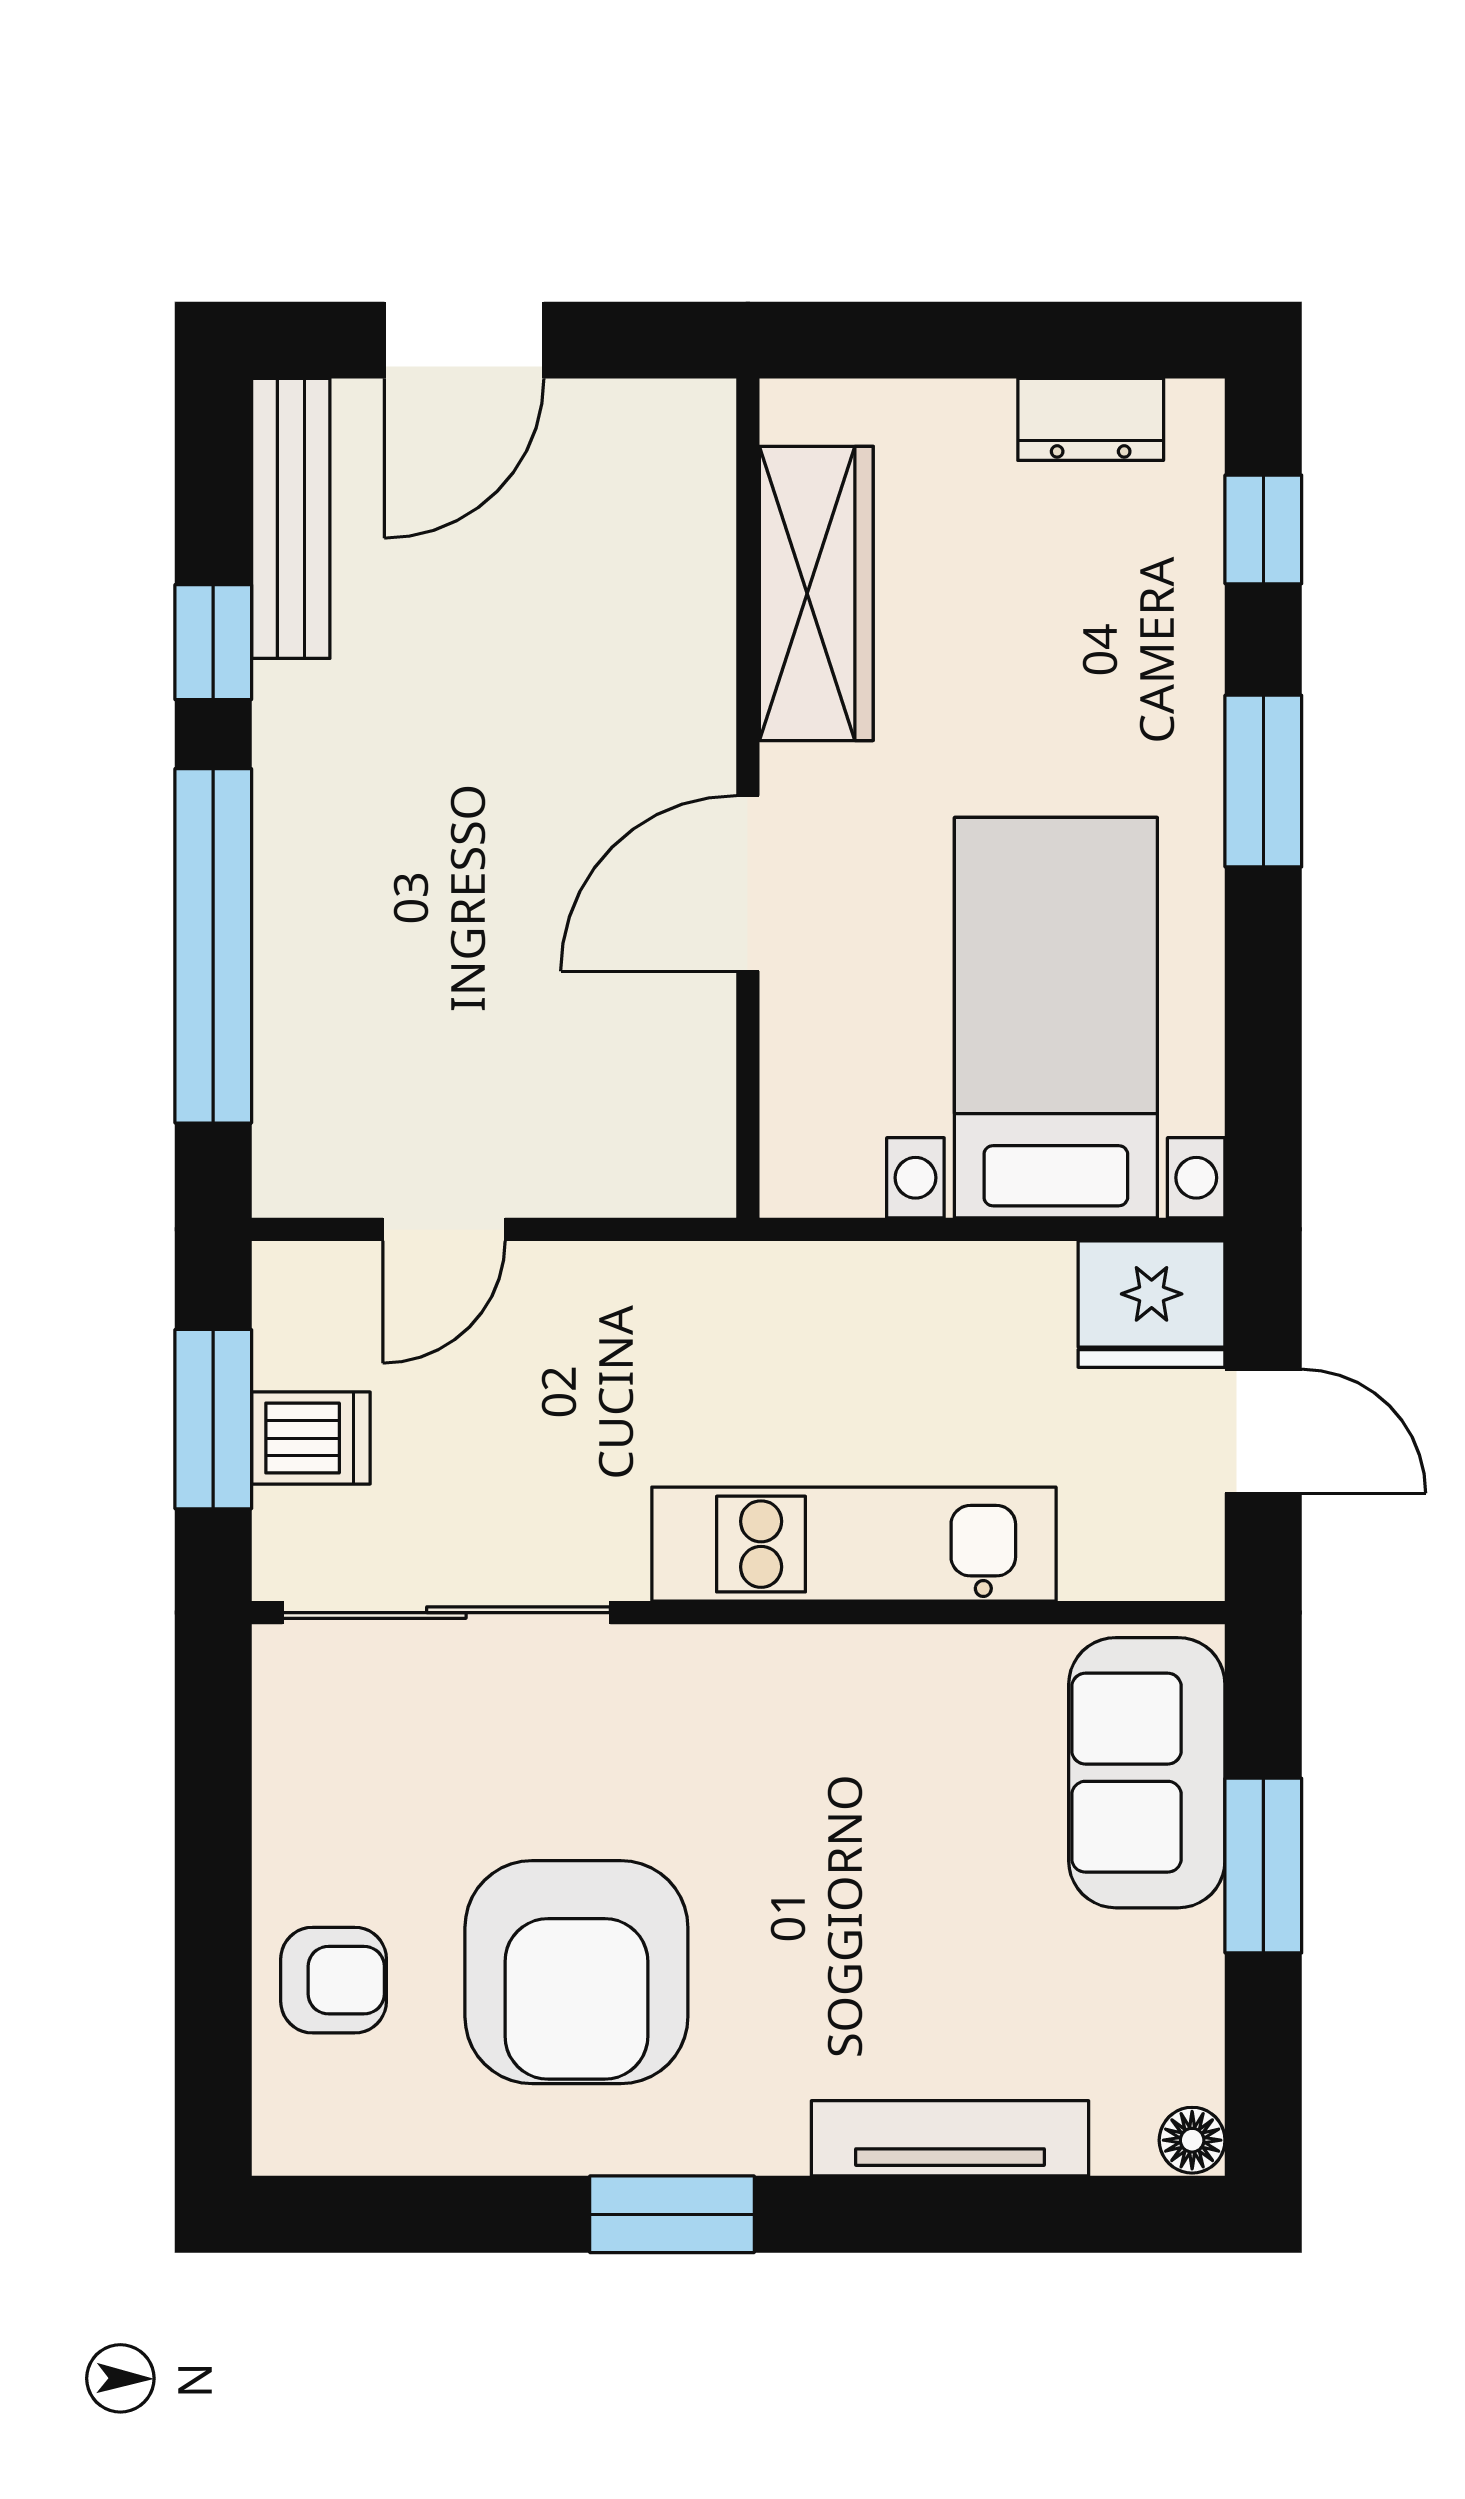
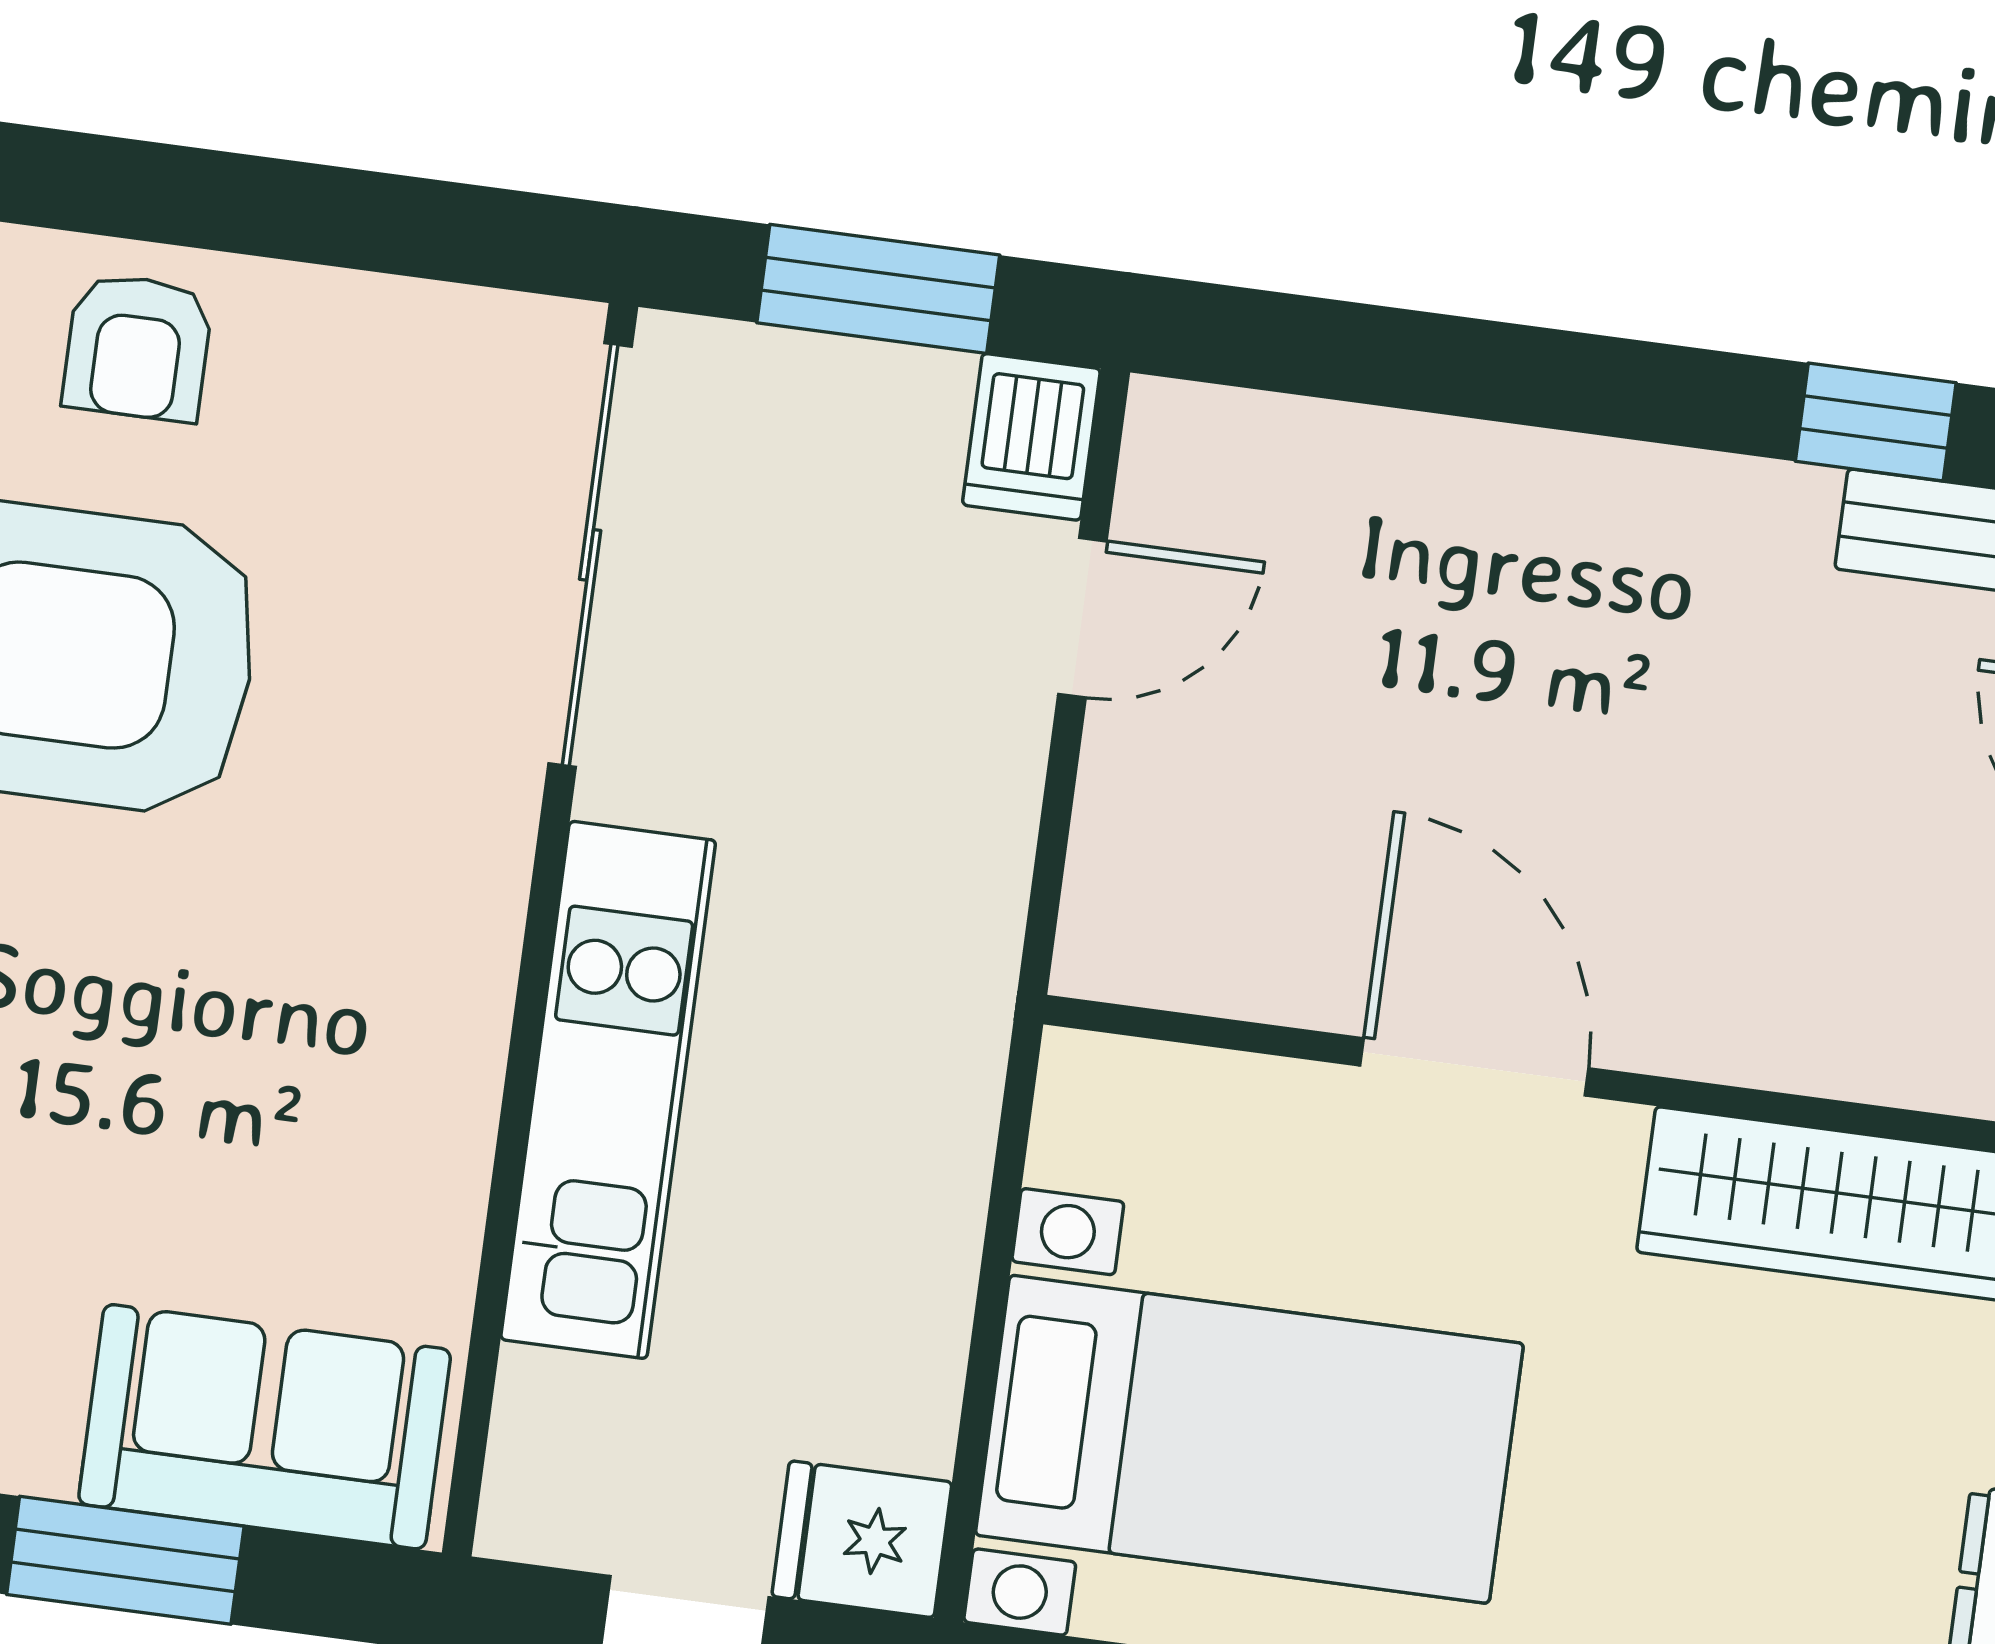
window: (213, 946) -> (1486, 370), removed
door: (444, 1229) -> (1082, 618), swing flipped
fridge: (1152, 1304) -> (862, 1539), width x0.72
dishwasher: (311, 1438) -> (1031, 437), moved

